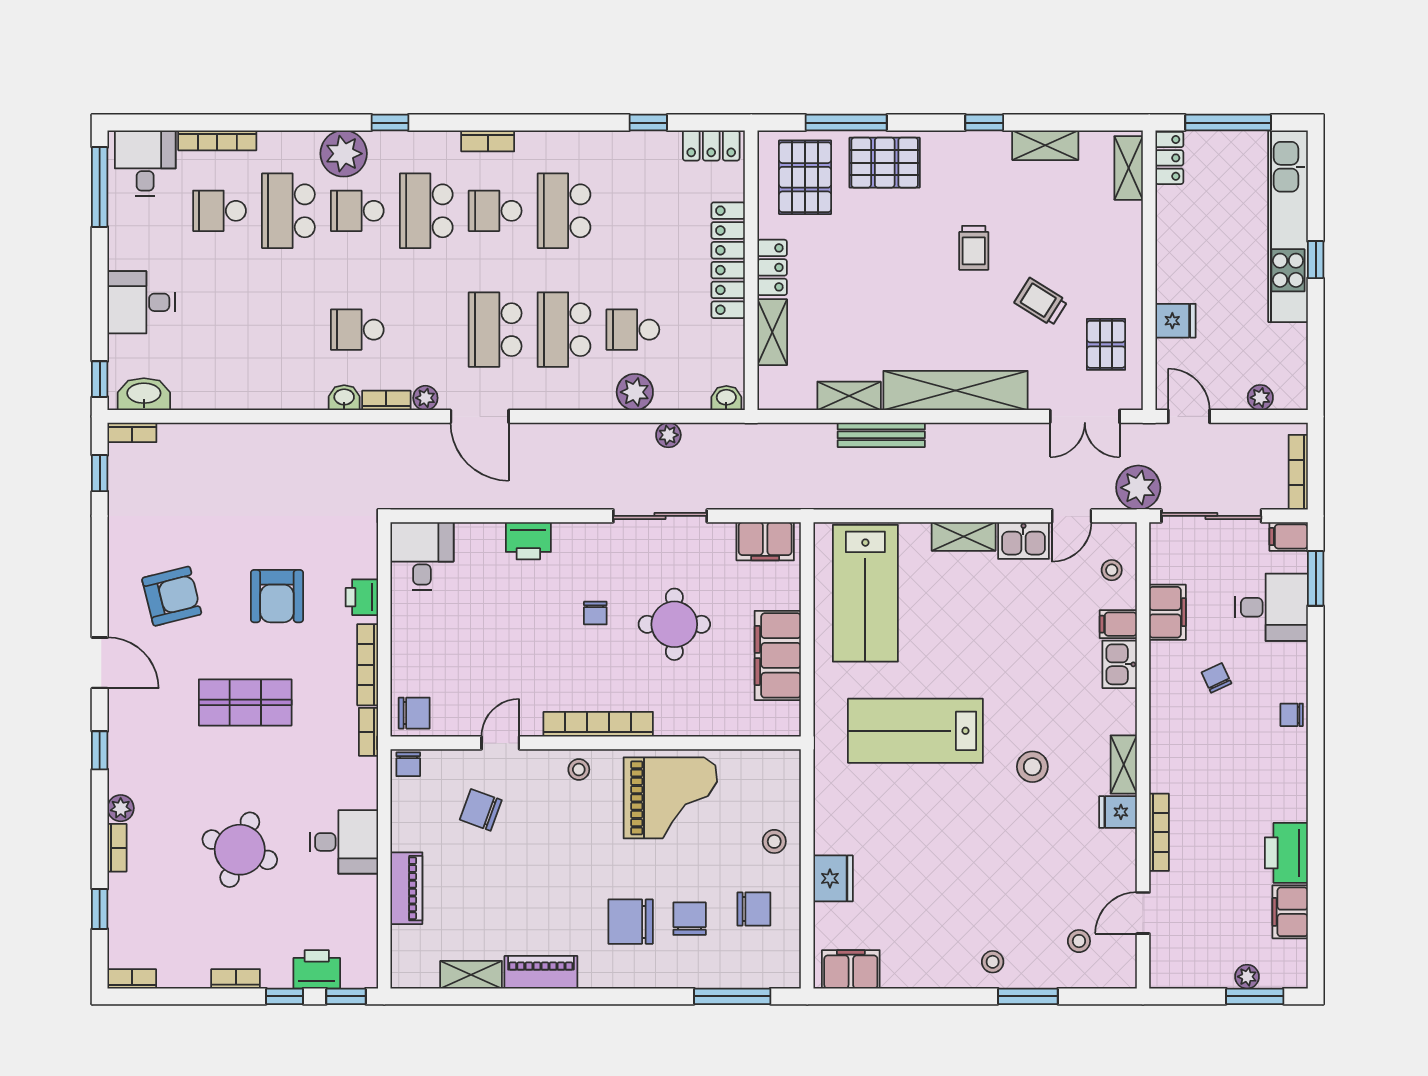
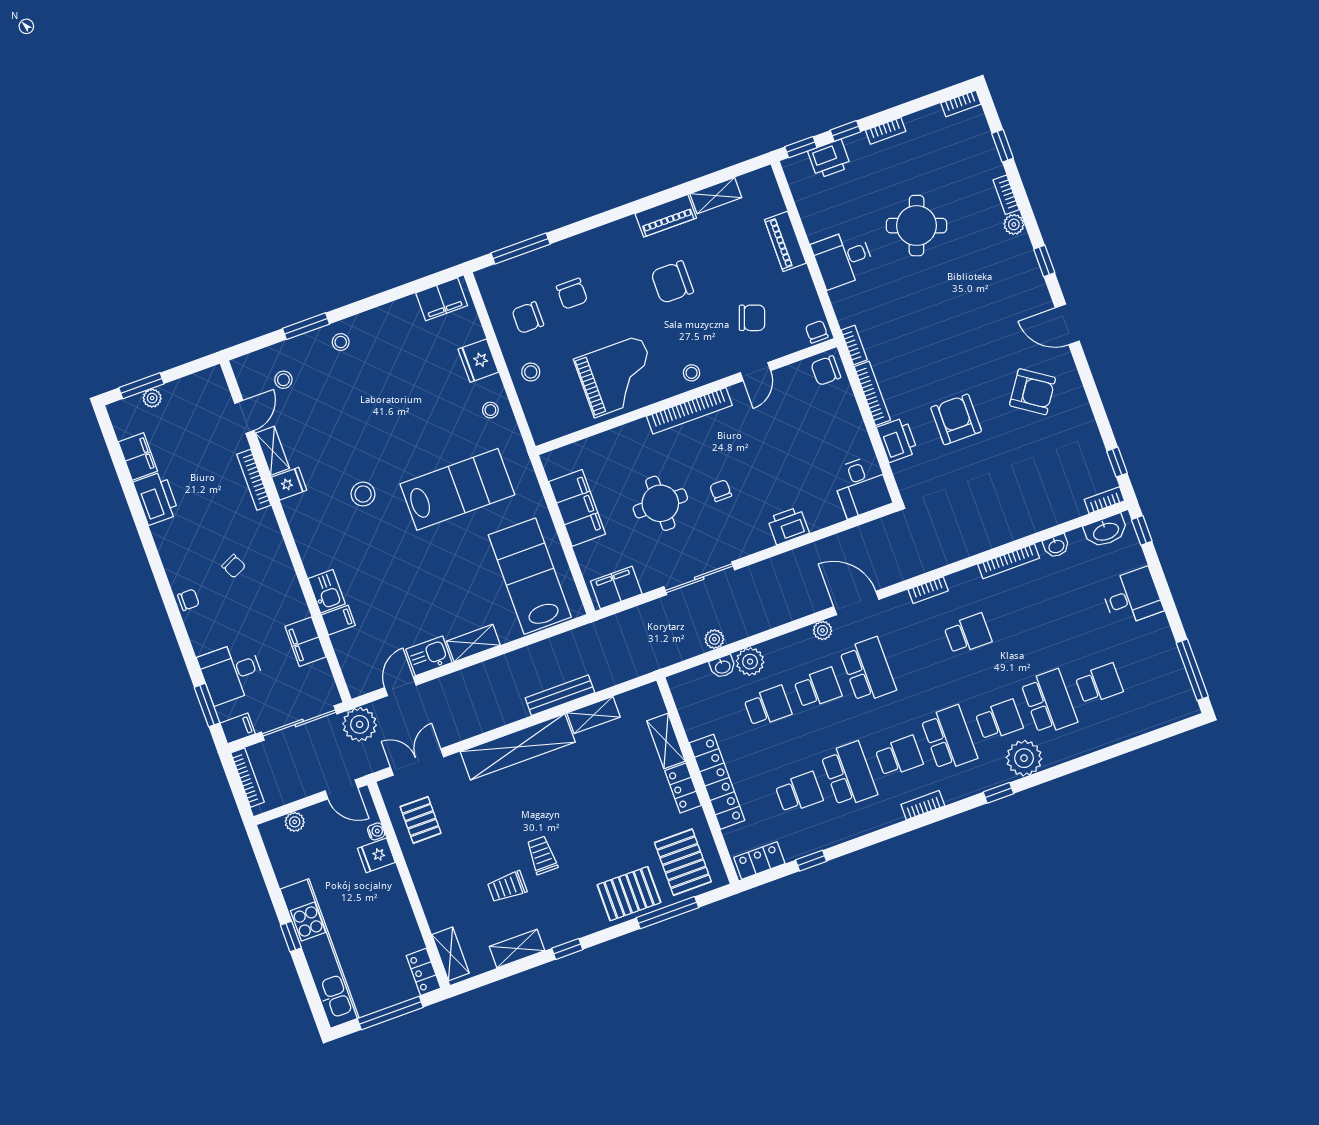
bookcase: (217, 140) -> (1009, 561), moved, turned 180
desk: (145, 163) -> (1165, 699), removed
school desk: (633, 211) -> (799, 793), added
trolley: (1041, 302) -> (507, 887), moved, turned 148
school desk: (564, 330) -> (818, 688), width x0.54
water cooler: (1165, 350) -> (376, 831), added
washbasin: (344, 398) -> (1056, 546), moved
plant: (425, 398) -> (823, 630), moved
washbasin: (726, 398) -> (723, 667), moved
stool: (1112, 570) -> (490, 410), moved
armchair: (172, 596) -> (1033, 392), turned -132
printer: (362, 597) -> (897, 440), width x1.36, depth x1.24
chair: (1216, 678) -> (234, 566), moved
shop shelf: (245, 702) -> (951, 334), removed
shelving: (1124, 764) -> (272, 451), moved
grand piano: (670, 798) -> (618, 376), turned 180
chair: (631, 922) -> (672, 282), moved, turned 180

